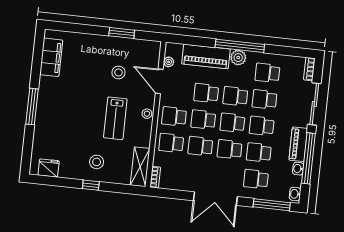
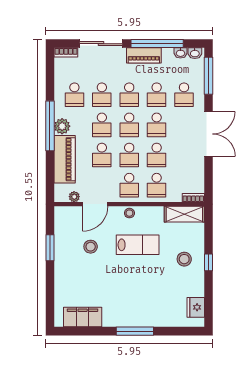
washbasin: (298, 169) -> (180, 53), moved

